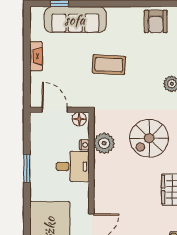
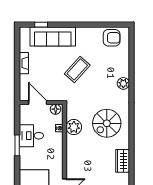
armchair: (156, 21) -> (112, 38), turned -90
coffee table: (109, 65) -> (77, 69), turned -51
desk: (73, 166) -> (31, 136), moved, turned 180

